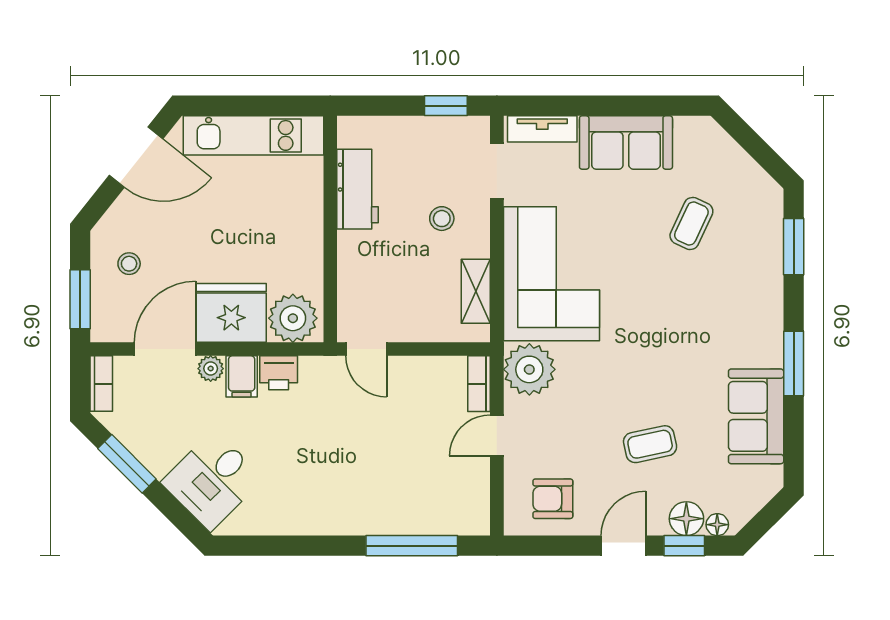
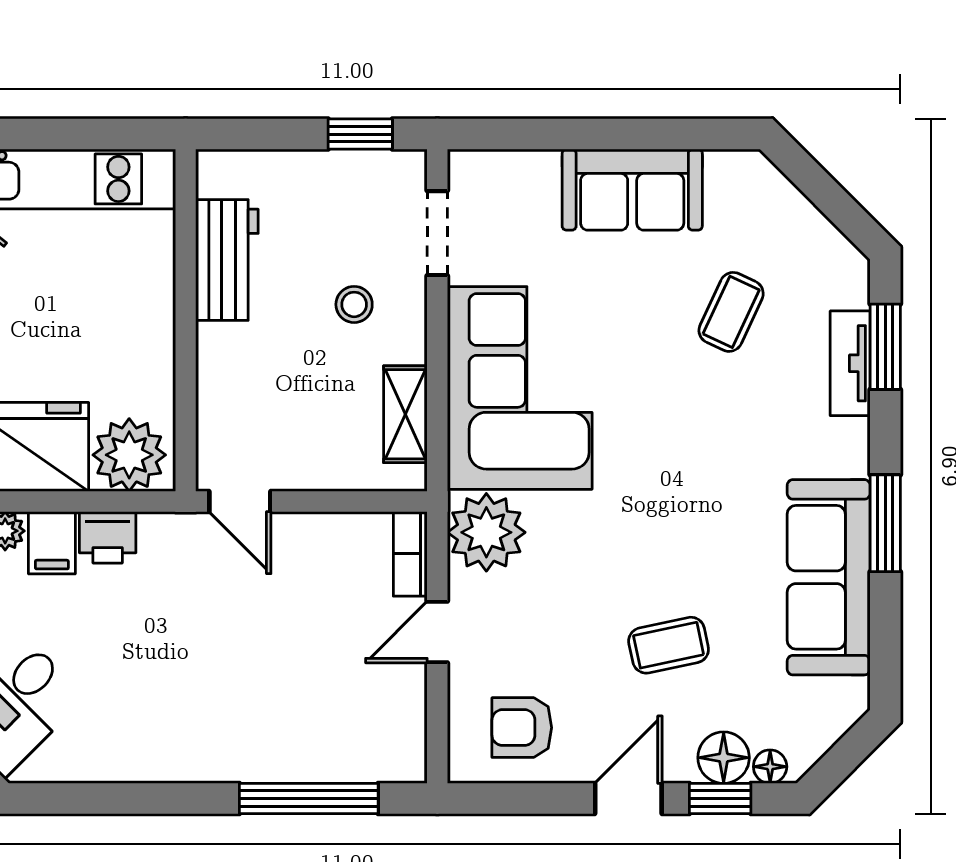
tv unit: (542, 129) -> (850, 363), moved, turned 90
sofa: (756, 416) -> (829, 577), width x1.36

